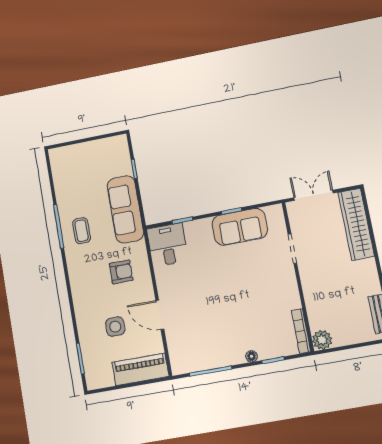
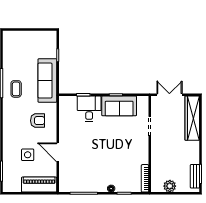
desk: (168, 245) -> (89, 109), moved
plant: (322, 340) -> (170, 186), moved

